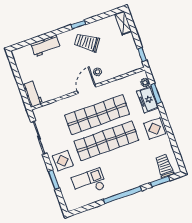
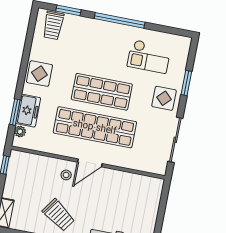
workbench: (33, 94) -> (154, 193), removed
shop shelf: (106, 141) -> (102, 92), width x0.71

